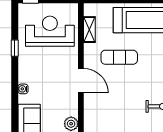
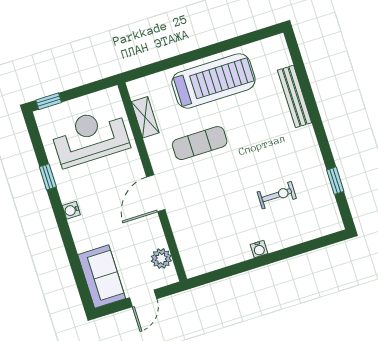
door: (81, 81) -> (156, 193), swing flipped
water cooler: (23, 89) -> (71, 210), moved

